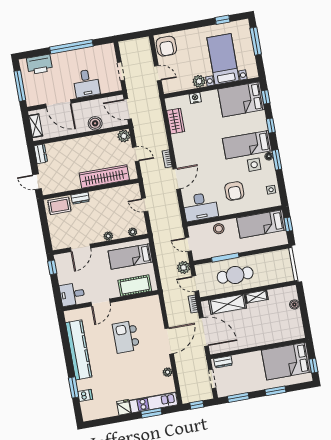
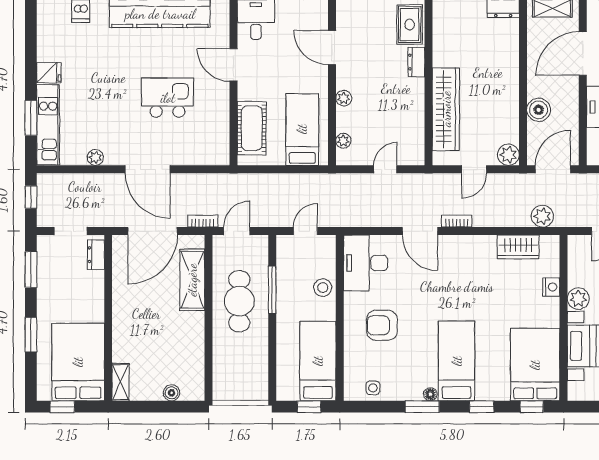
side table: (254, 165) -> (420, 367), removed
plant: (184, 267) -> (542, 216), moved
shelving: (256, 297) -> (120, 382), moved

